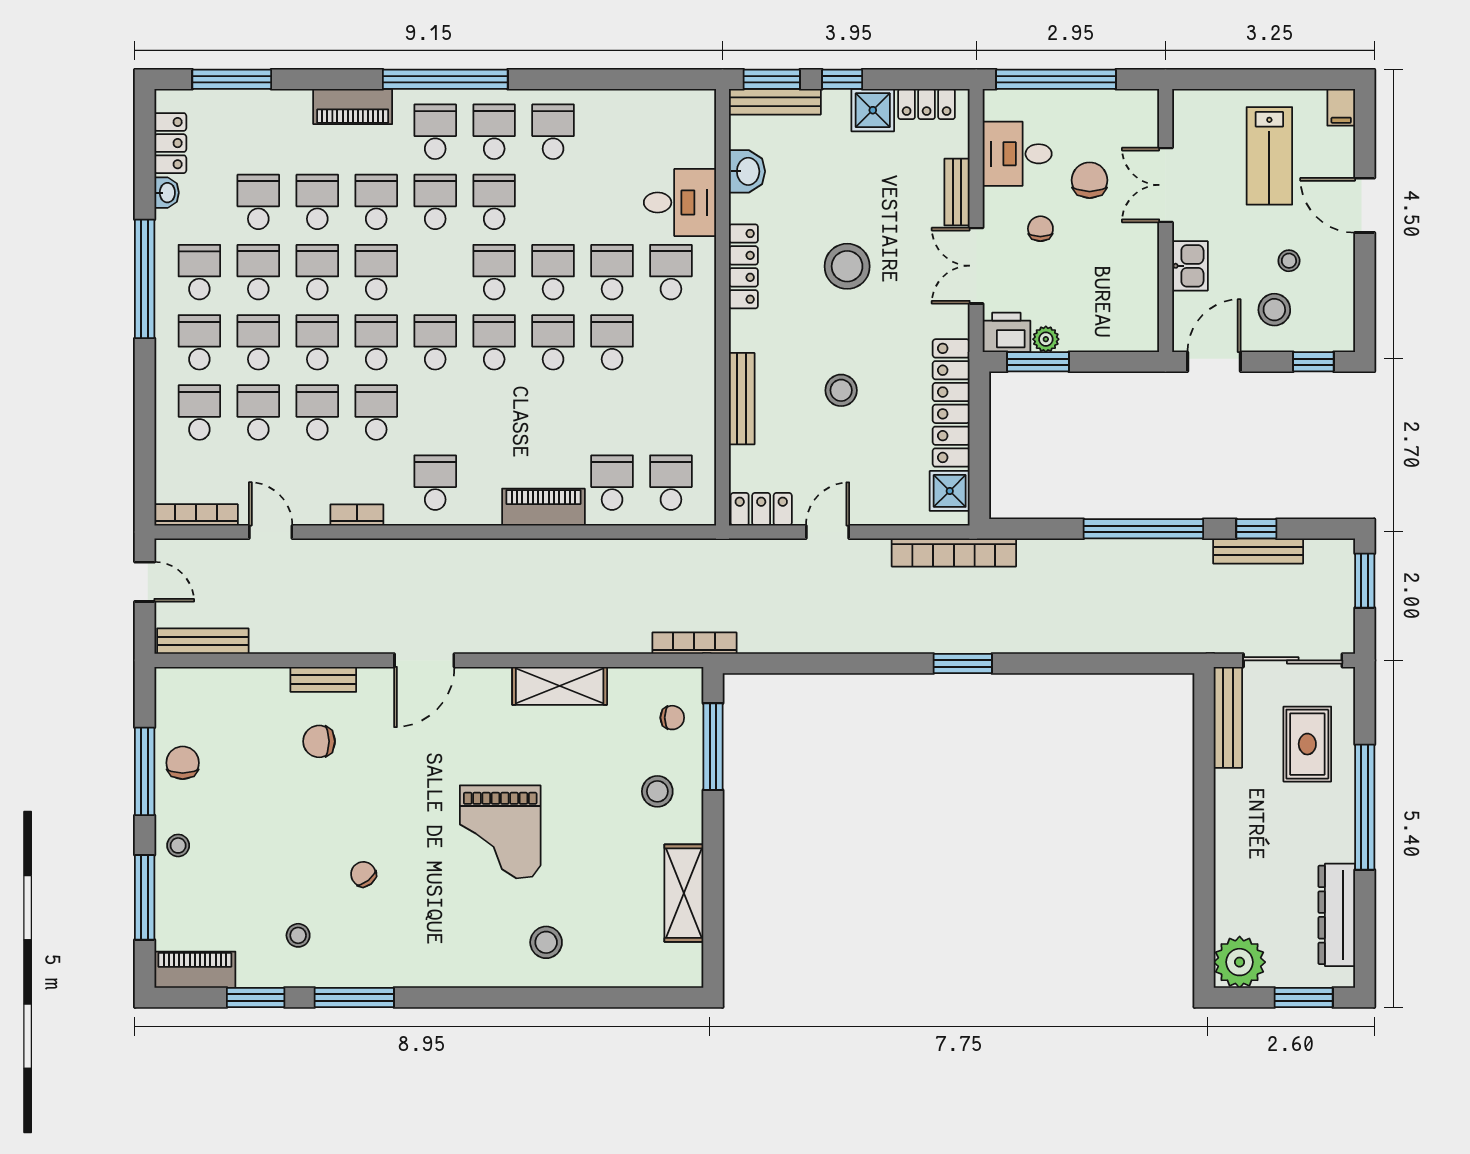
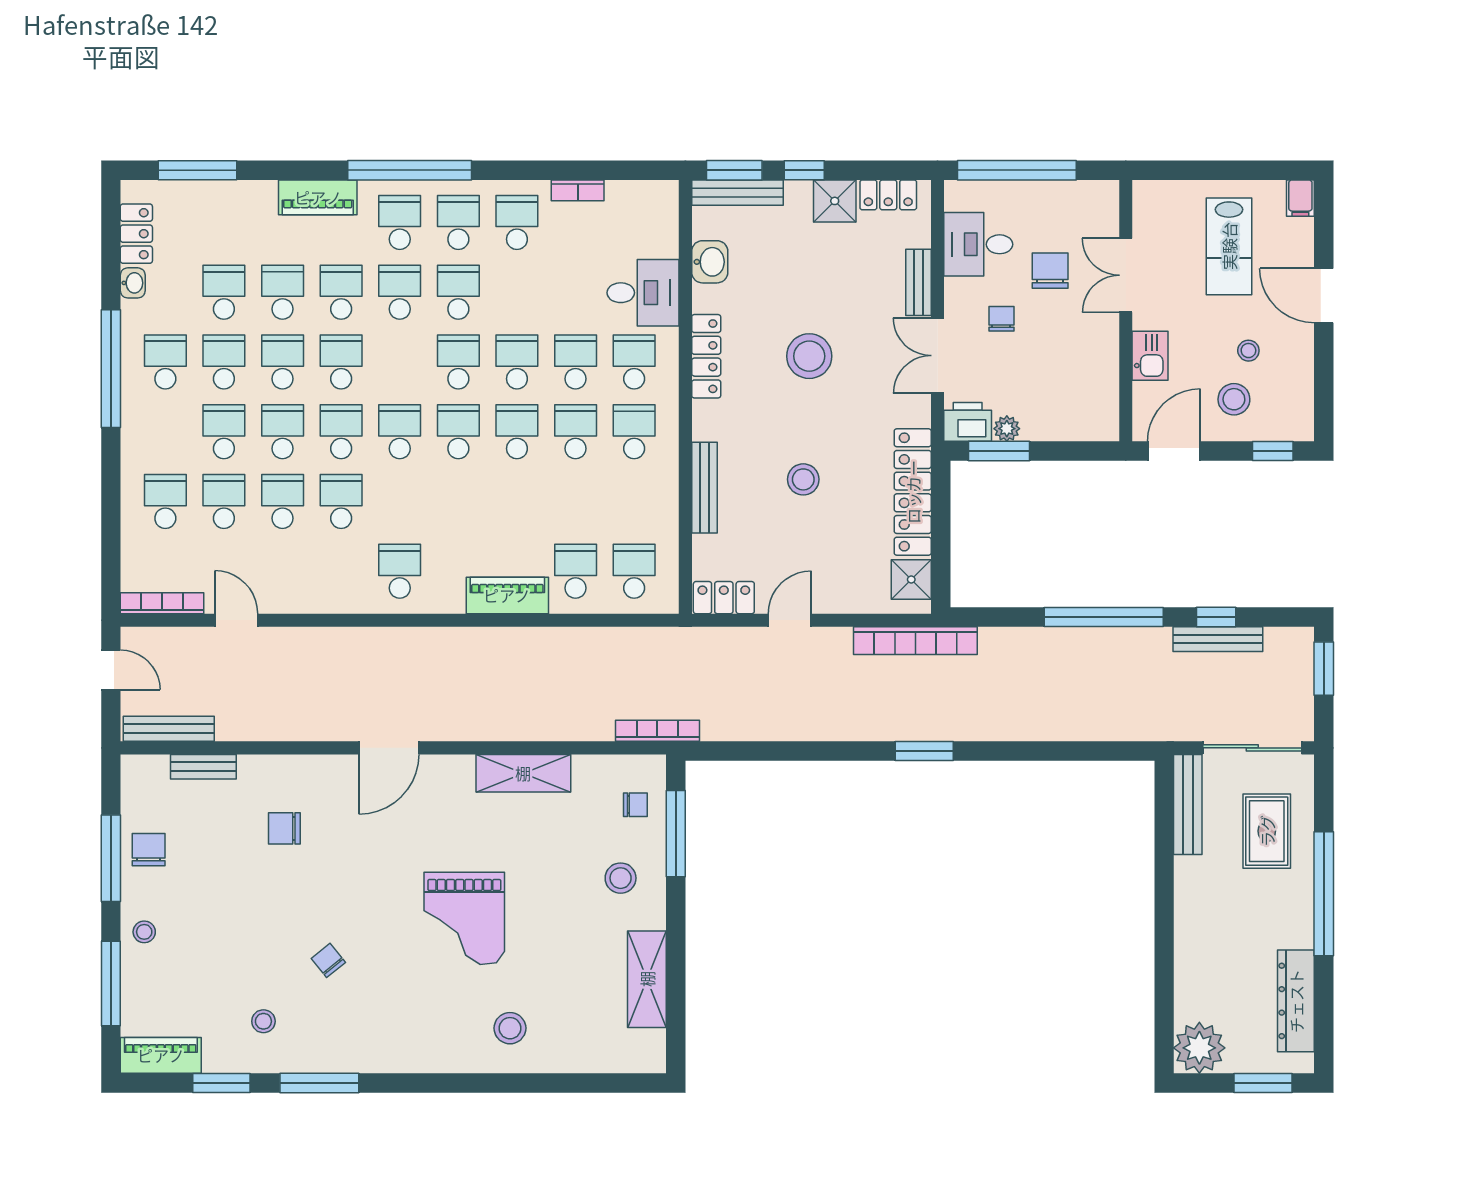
school desk: (199, 342) -> (634, 432), moved
bookcase: (357, 515) -> (578, 190), moved, turned 180
bench: (323, 679) -> (203, 767), moved

